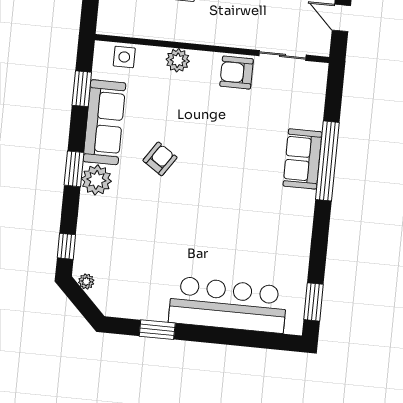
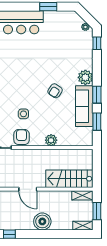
side table: (124, 57) -> (23, 114), moved
armchair: (237, 73) -> (22, 137), turned -90
window: (74, 169) -> (97, 95), moved

